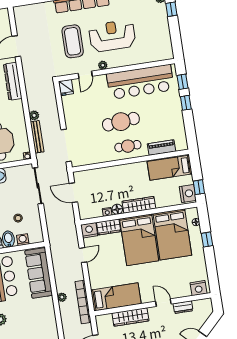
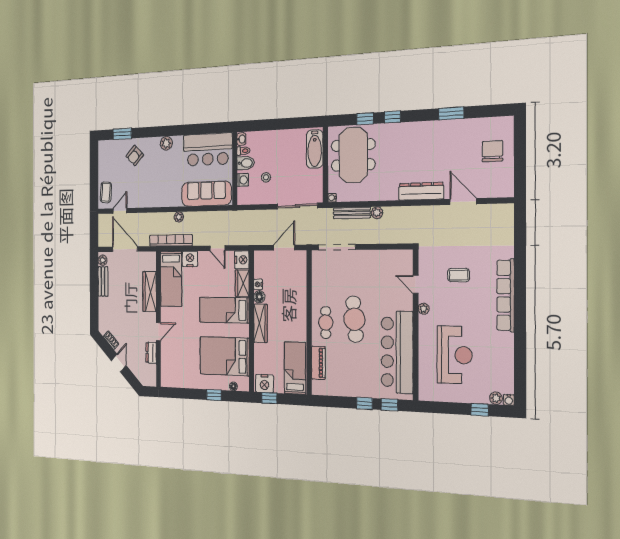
reception desk: (112, 36) -> (455, 355), moved
coffee table: (73, 41) -> (459, 275), width x0.54, depth x0.58
fridge: (66, 88) -> (404, 258), removed
bed: (139, 240) -> (224, 310), width x0.67
nightstand: (198, 288) -> (190, 259), moved, turned 90

